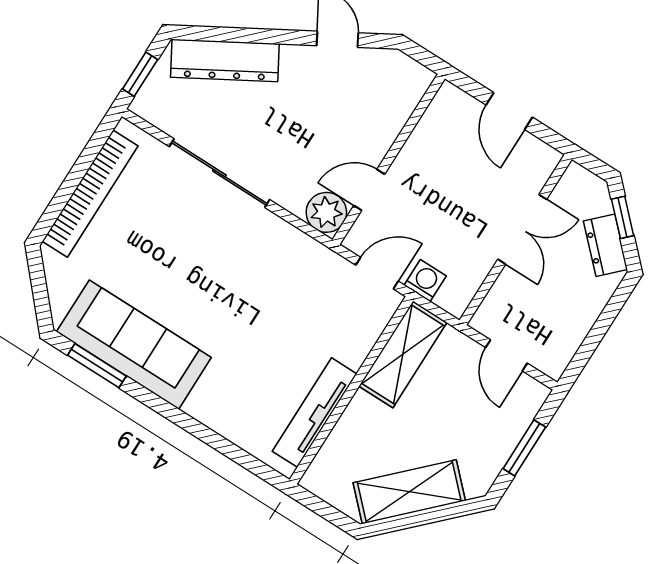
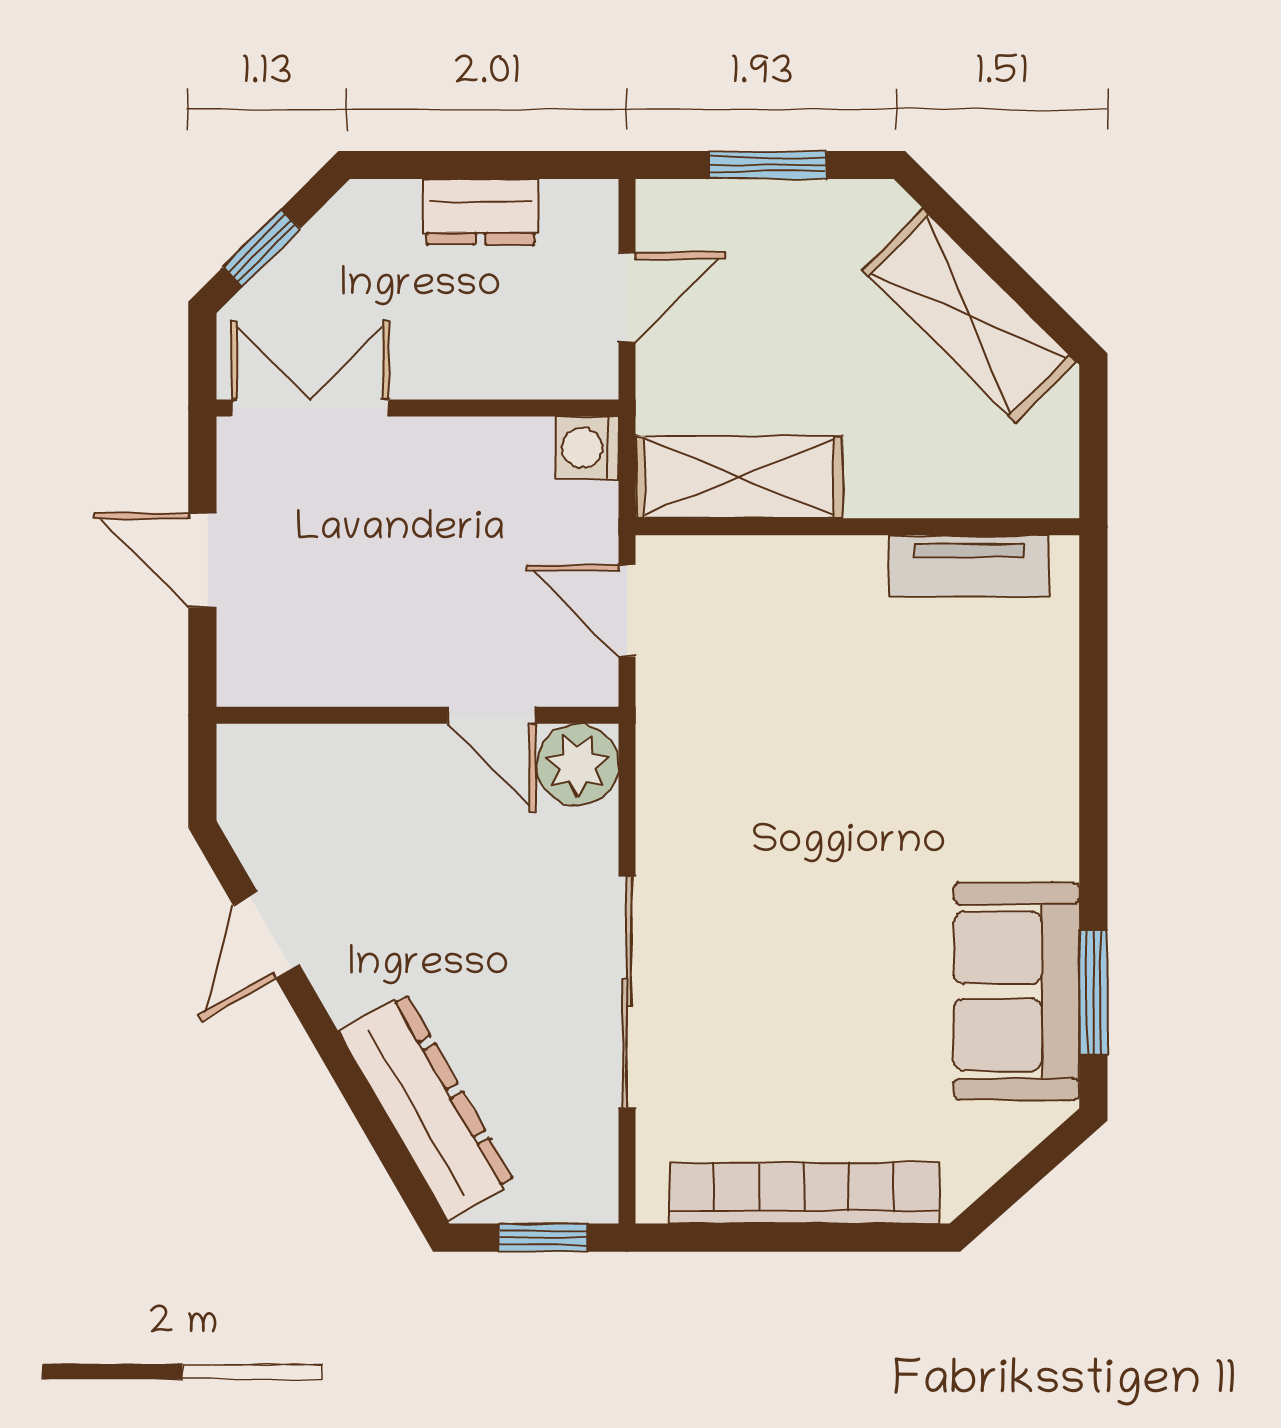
door: (509, 111) -> (202, 560), swing flipped
double door: (522, 229) -> (310, 408), moved
dresser: (605, 245) -> (481, 212), moved, turned 45
washing machine: (425, 281) -> (587, 448), moved
sofa: (134, 345) -> (1017, 991), width x0.73
tv unit: (315, 413) -> (969, 566), width x0.71

